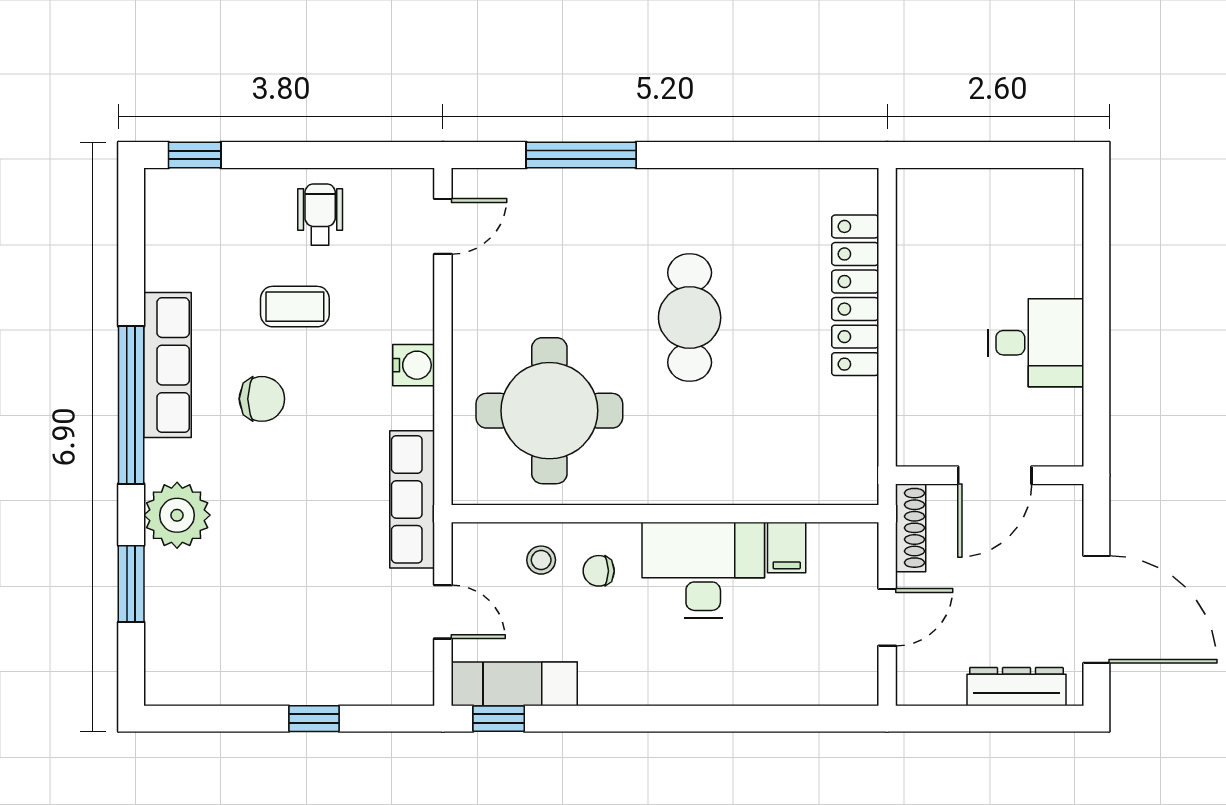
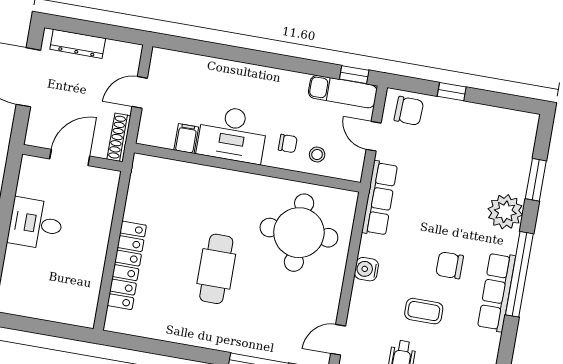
chair: (386, 670) -> (409, 111), added

